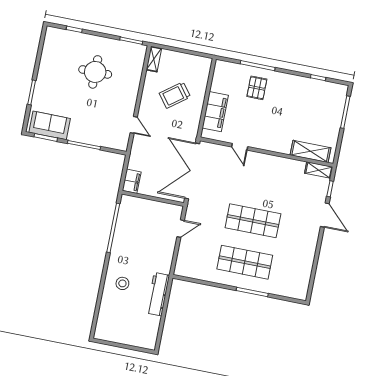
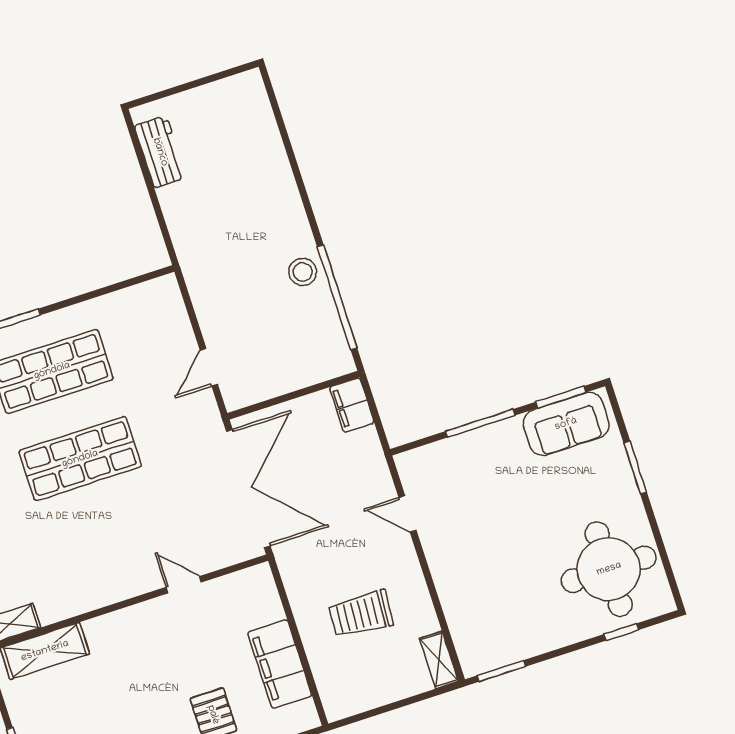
round table: (95, 72) -> (609, 569), moved, width x1.36, depth x1.36
trolley: (175, 95) -> (361, 614), turned -139
filing cabinet: (215, 112) -> (280, 664), moved
stool: (122, 283) -> (303, 272), moved
workbench: (158, 294) -> (160, 152), moved, width x0.73

